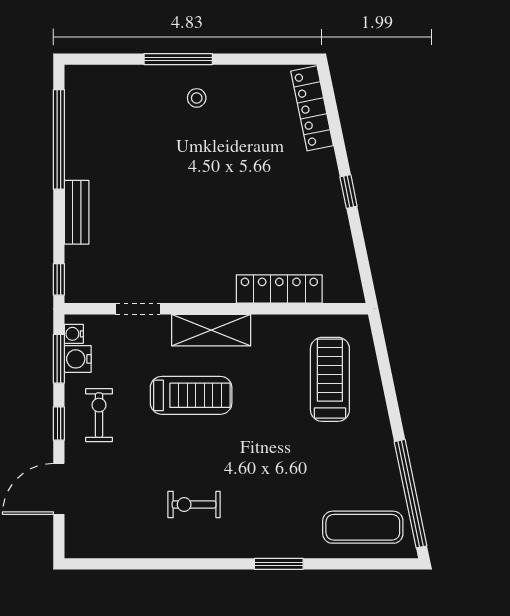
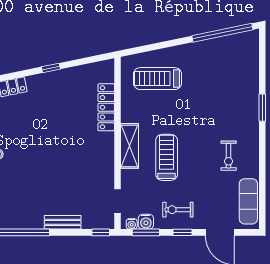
doorway: (138, 309) -> (117, 201), moved
exercise mat: (363, 527) -> (248, 201), moved

